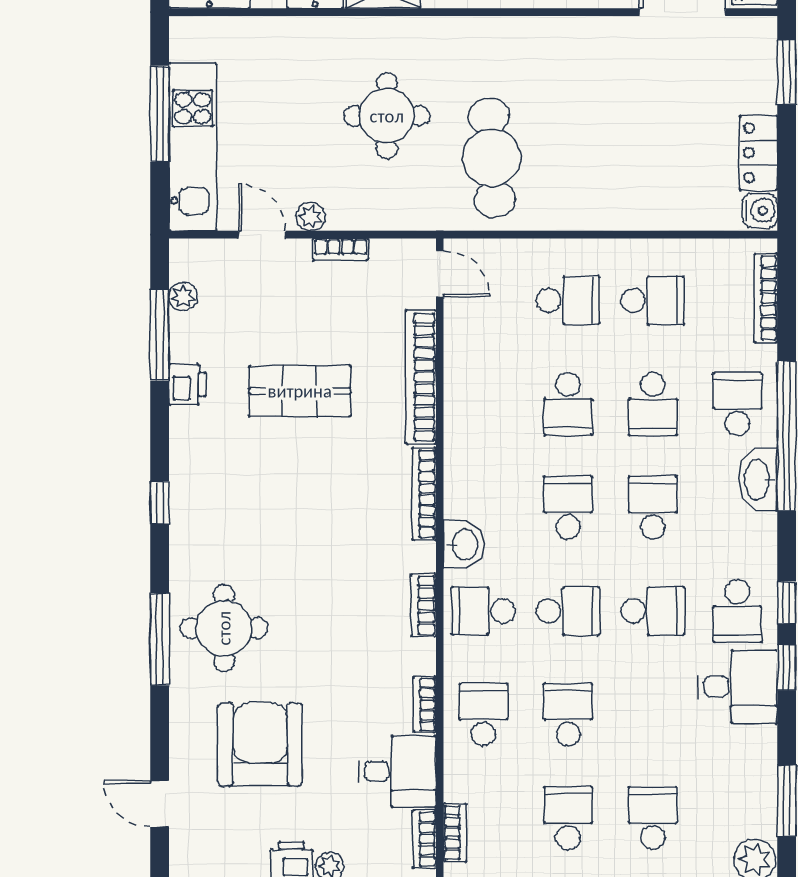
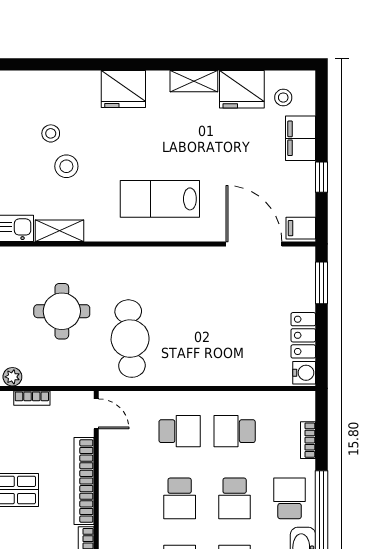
bookcase: (766, 298) -> (308, 440), width x0.64
school desk: (653, 300) -> (235, 431), turned 180

